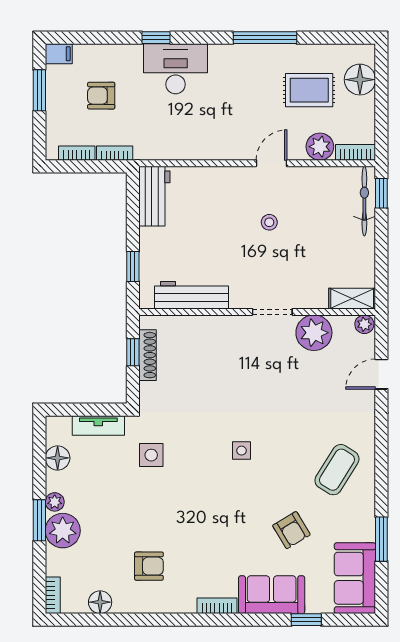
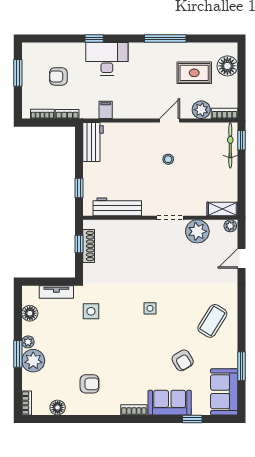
filing cabinet: (59, 54) -> (106, 110), moved, turned -90

